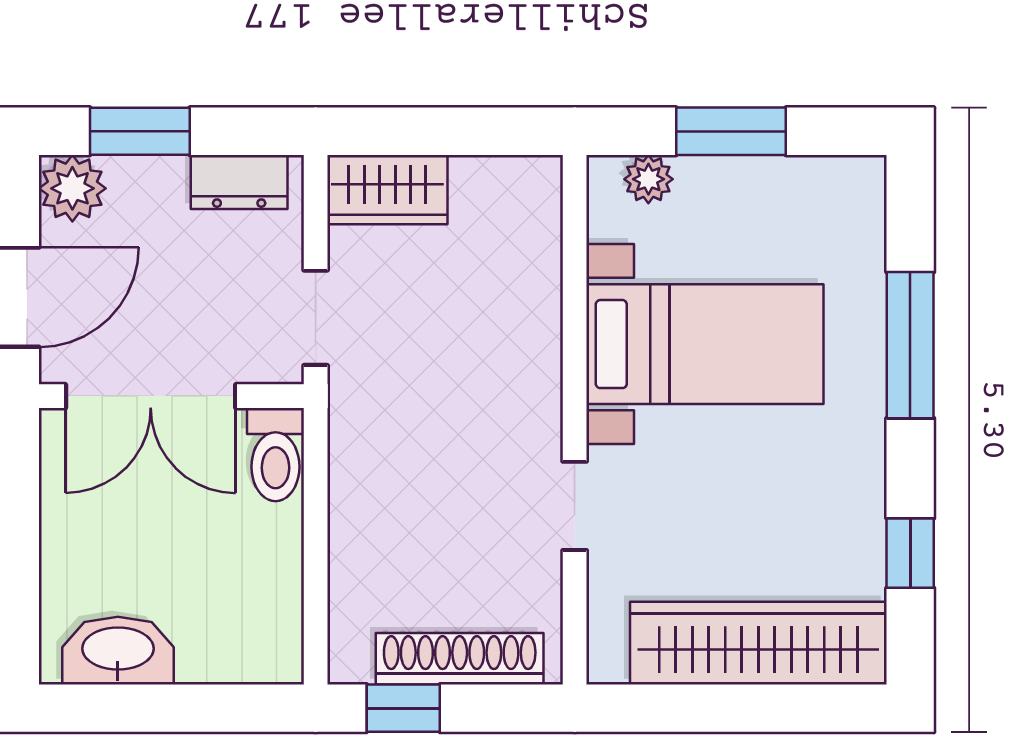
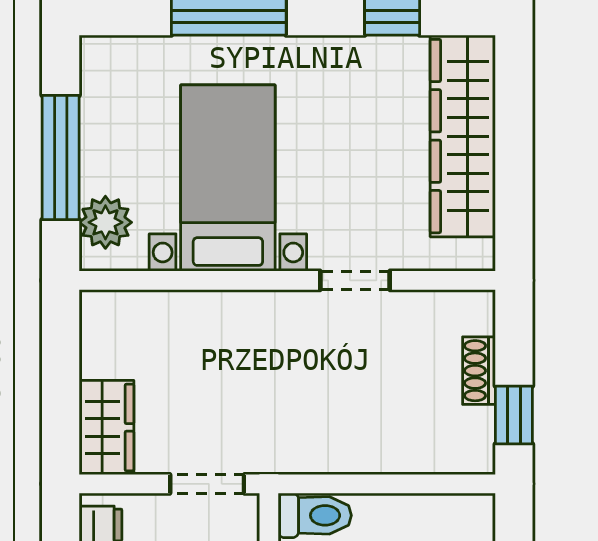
window: (731, 131) -> (61, 157), width x1.44
plant: (648, 179) -> (105, 222), width x1.38, depth x1.38
shoe rack: (460, 659) -> (479, 371), width x0.51, depth x0.81

